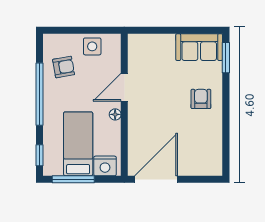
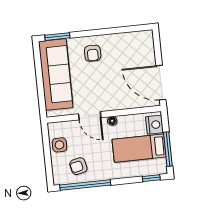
sofa: (199, 47) -> (56, 74), width x1.85, depth x1.27
armchair: (64, 67) -> (78, 166), turned -93
window: (40, 94) -> (85, 185), moved
armchair: (201, 99) -> (93, 53), turned -90

